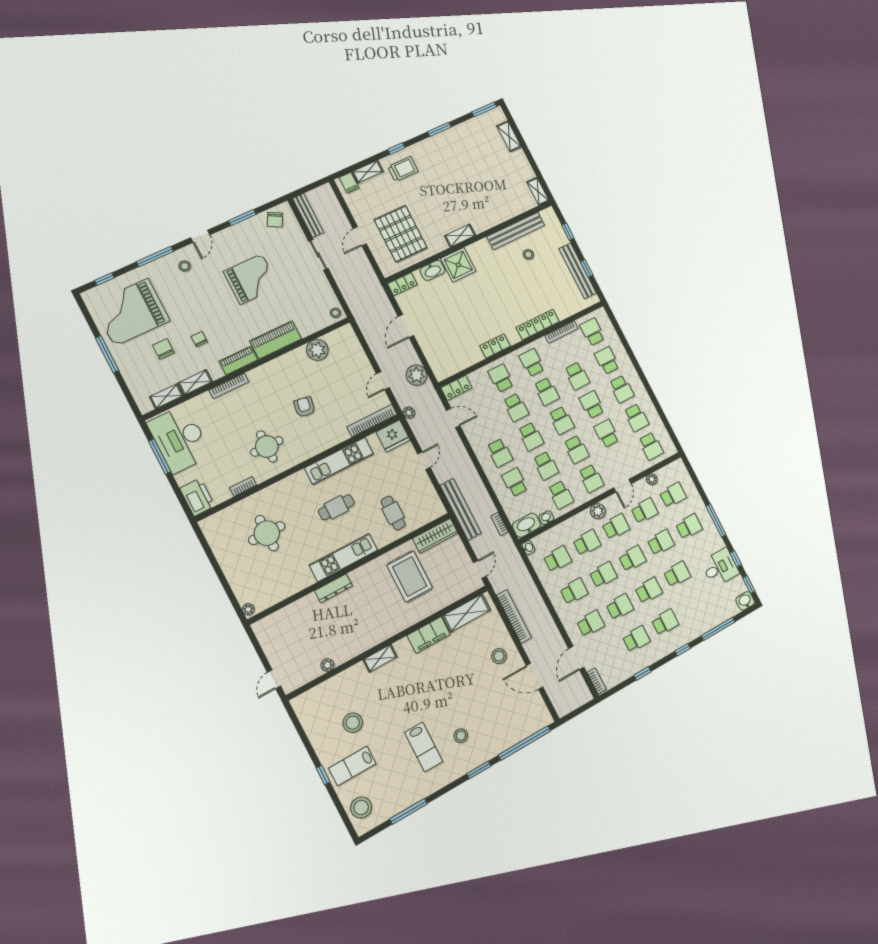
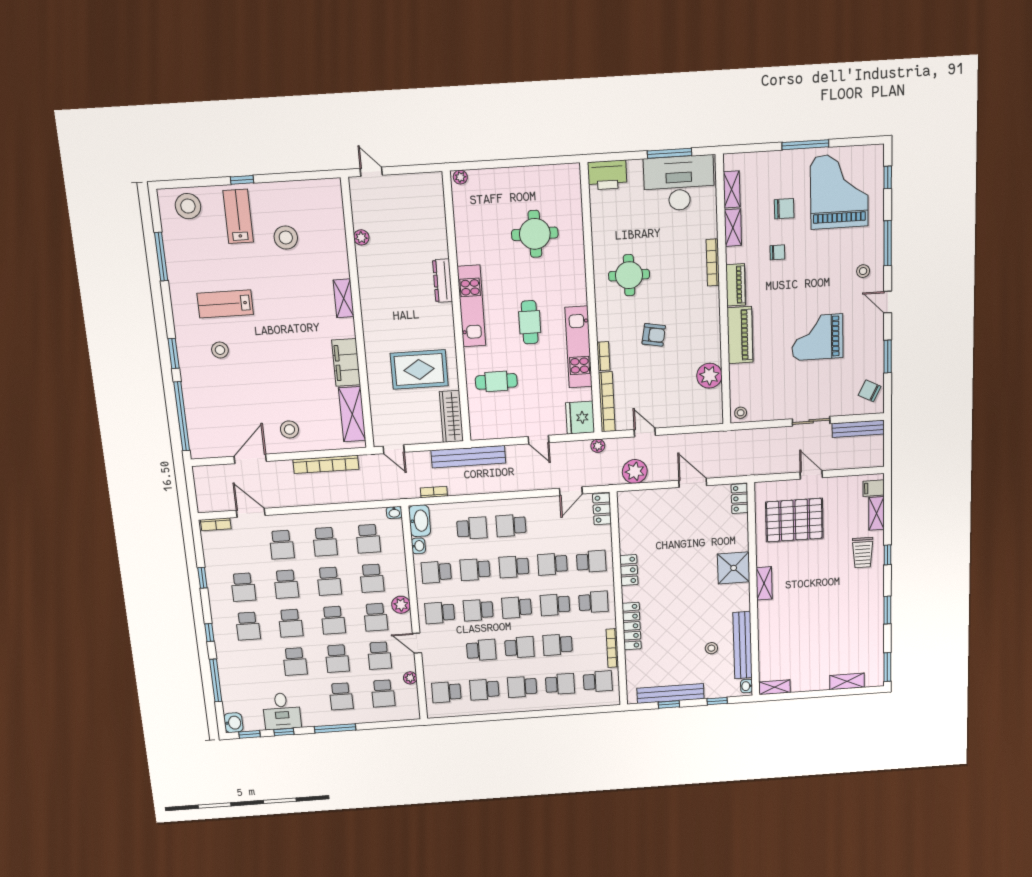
washbasin: (432, 270) -> (747, 686), moved, width x0.52, depth x0.69
grand piano: (251, 279) -> (817, 337), turned 90
bookcase: (243, 486) -> (603, 356), moved

